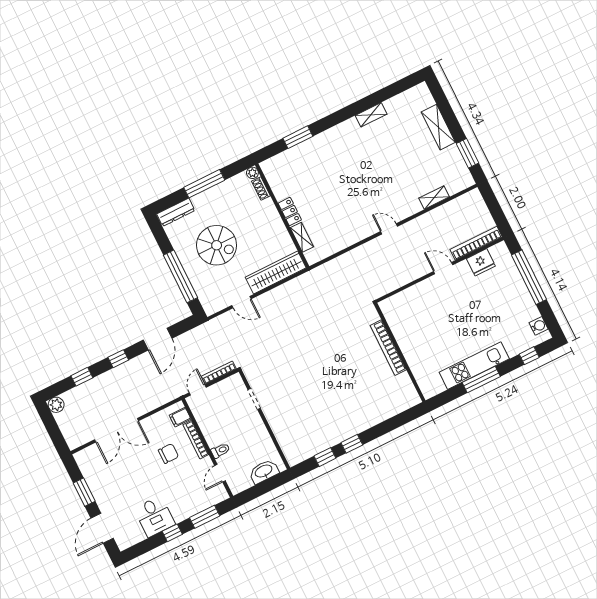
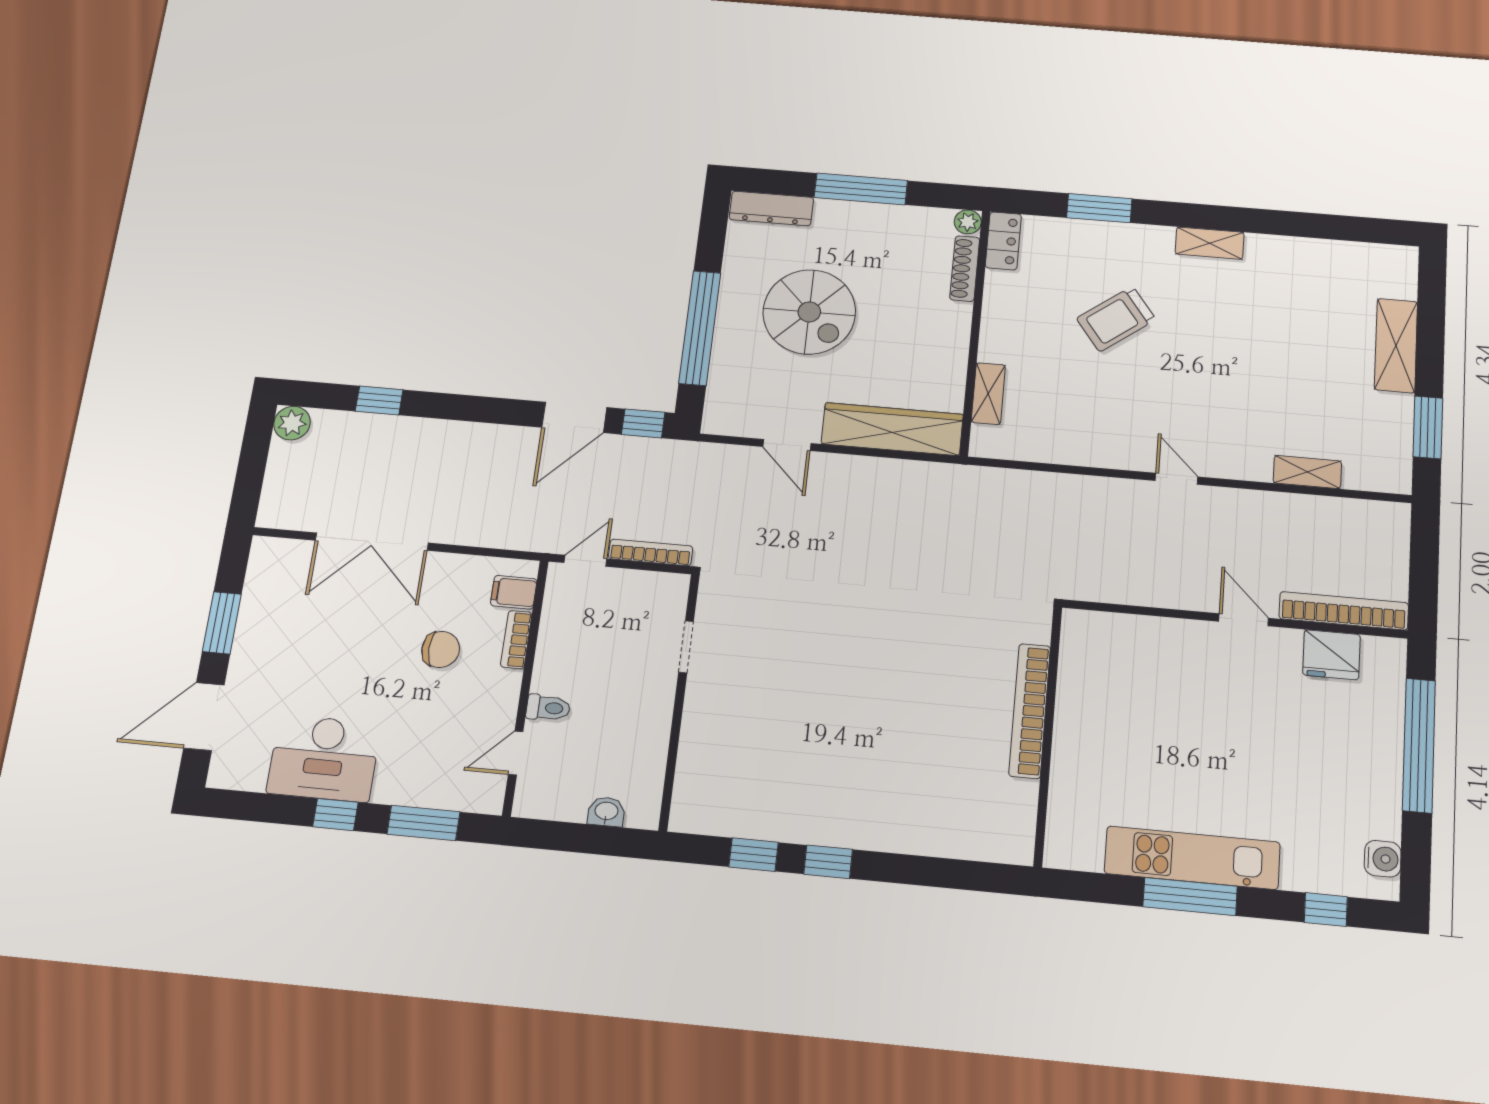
shelving: (371, 115) -> (1210, 243), moved
trolley: (331, 179) -> (1116, 319), added
shoe rack: (261, 189) -> (965, 269), width x1.43
locker: (290, 211) -> (1003, 241), moved
window: (118, 359) -> (643, 423), moved
bookcase: (196, 440) -> (516, 640), width x0.64
washbasin: (264, 471) -> (606, 812), width x0.52, depth x0.69
desk: (155, 516) -> (324, 758), width x1.37

